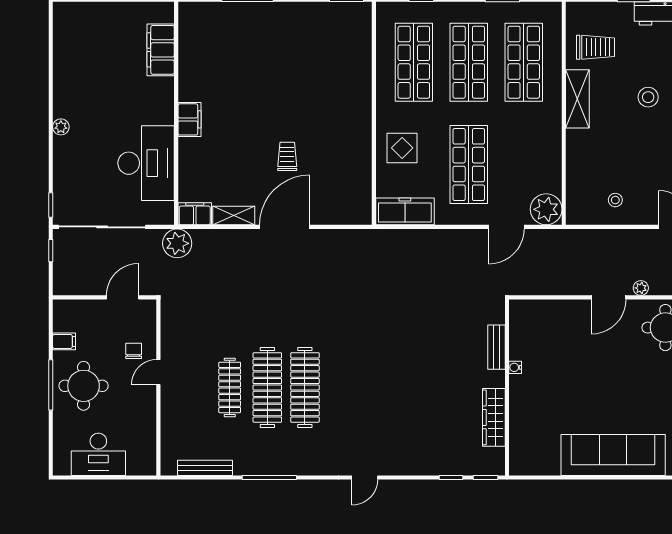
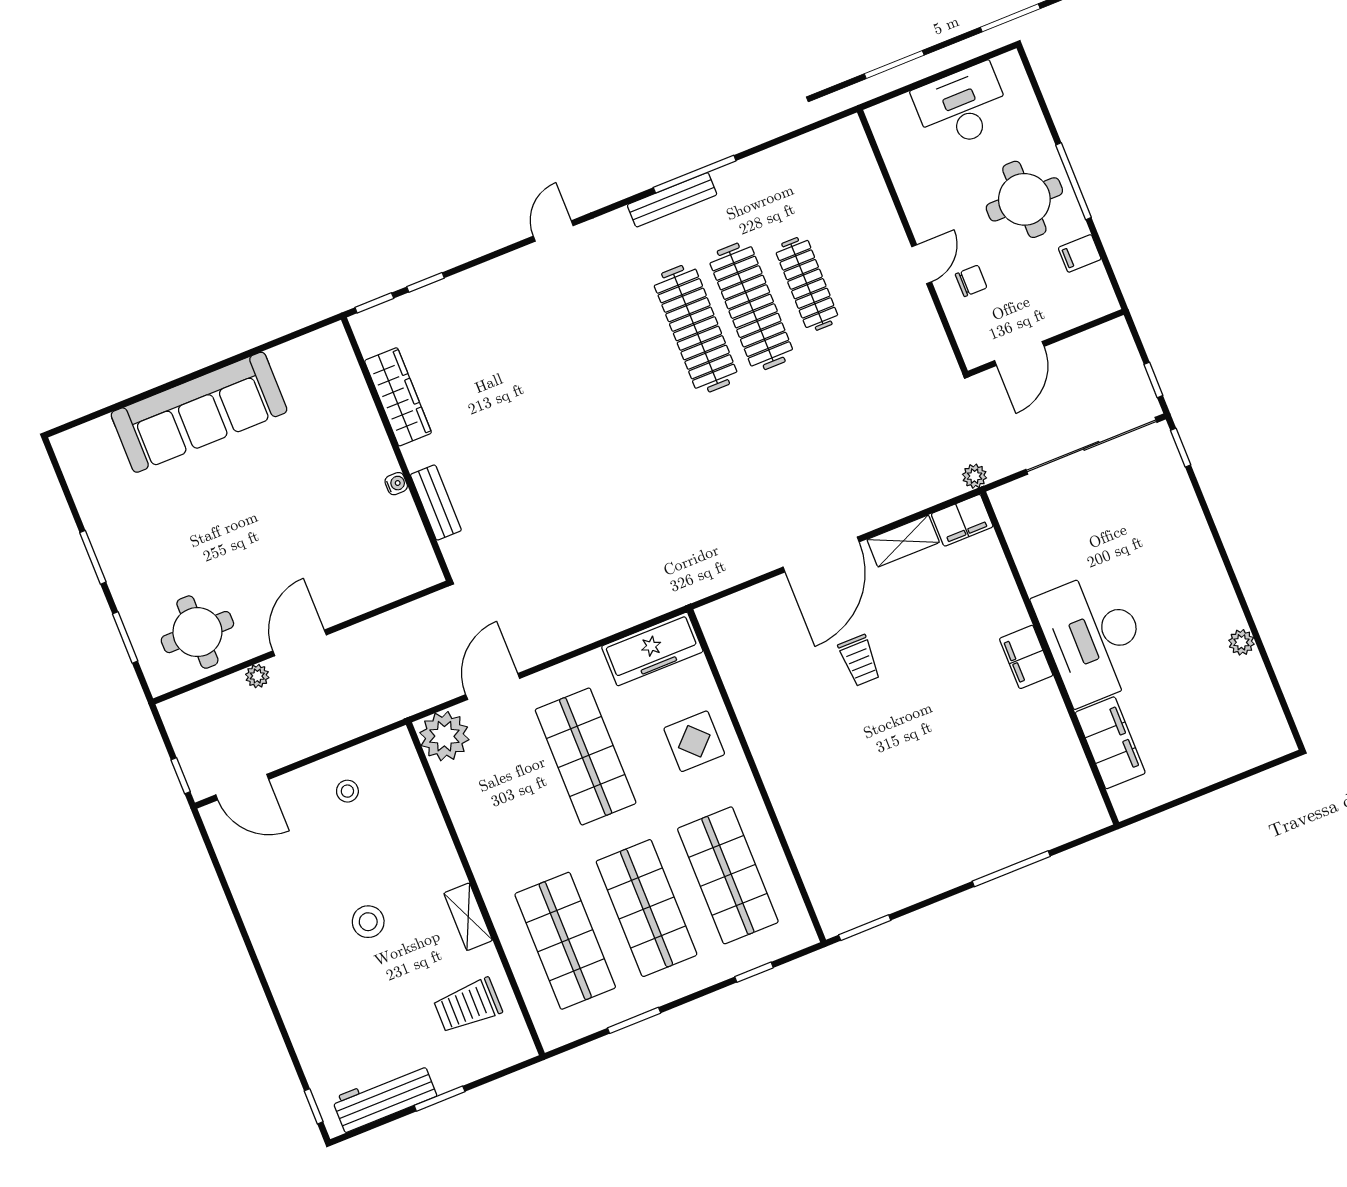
stool: (648, 97) -> (368, 922), moved
shelving: (577, 99) -> (468, 917), width x0.67, depth x0.75
plant: (61, 127) -> (1241, 642), moved
desk: (146, 163) -> (1093, 638), moved
plant: (177, 243) -> (975, 476), width x0.53, depth x0.53
chair: (134, 351) -> (971, 281), turned -90
bench: (205, 468) -> (672, 200), moved

